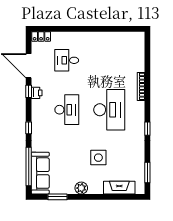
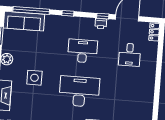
desk: (67, 60) -> (130, 55), turned 180
desk: (67, 110) -> (82, 51), turned 180
desk: (109, 110) -> (79, 92), turned 180

